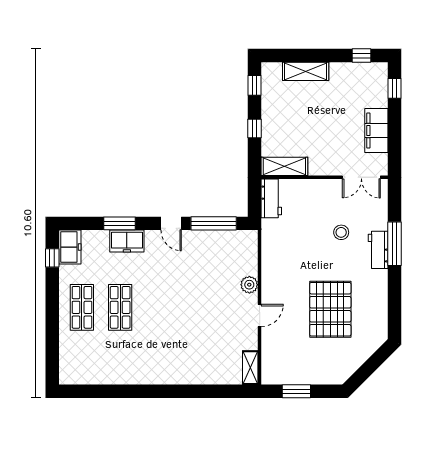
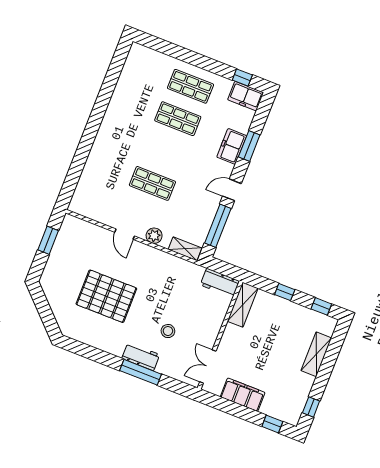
shop shelf: (197, 307) -> (152, 183), added
shelving: (250, 368) -> (185, 249), moved

